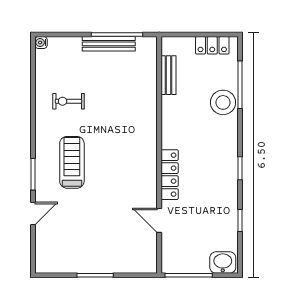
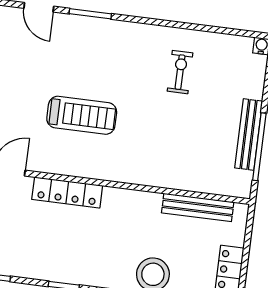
bench: (168, 75) -> (198, 207), width x1.36
treadmill: (72, 162) -> (82, 115), moved

